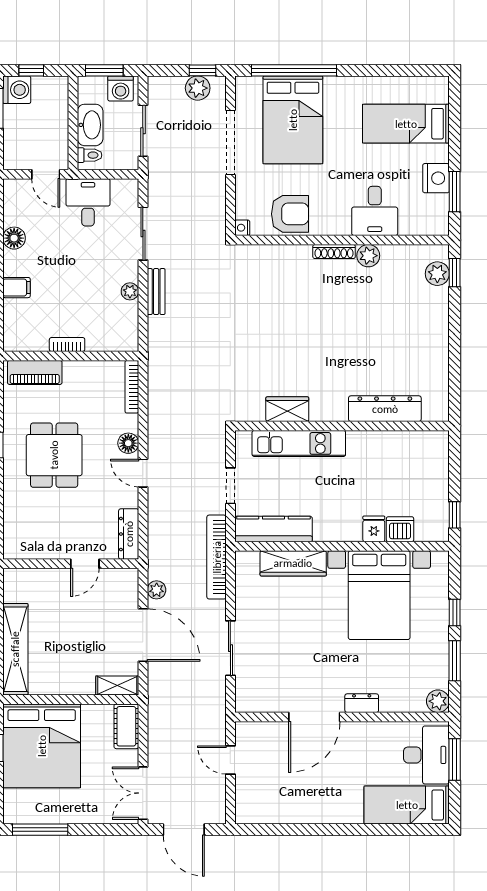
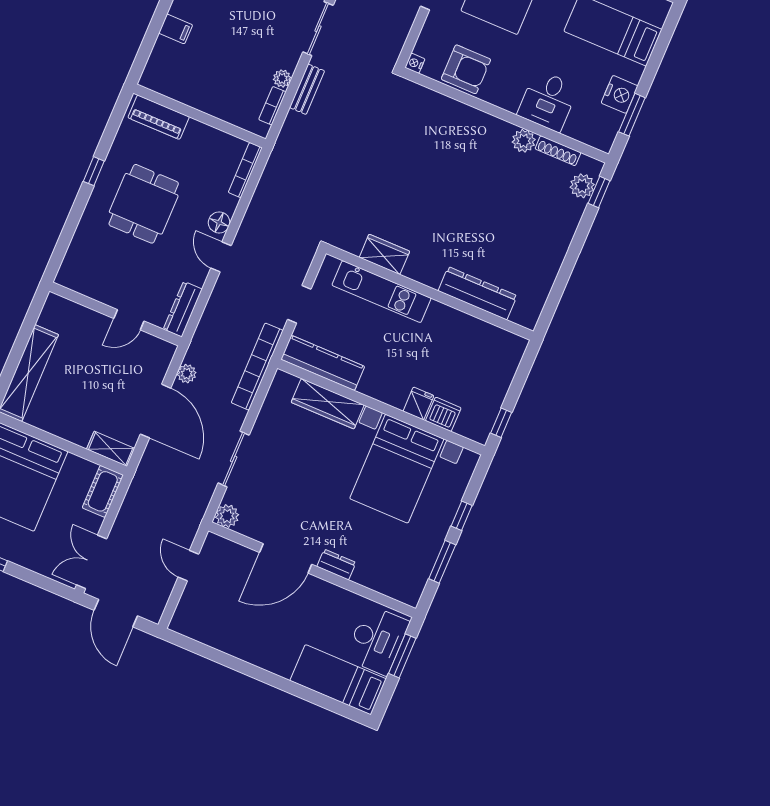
shoe rack: (334, 252) -> (558, 151), moved
bookcase: (67, 344) -> (272, 106), moved, turned -90
plant: (438, 701) -> (227, 516), moved

